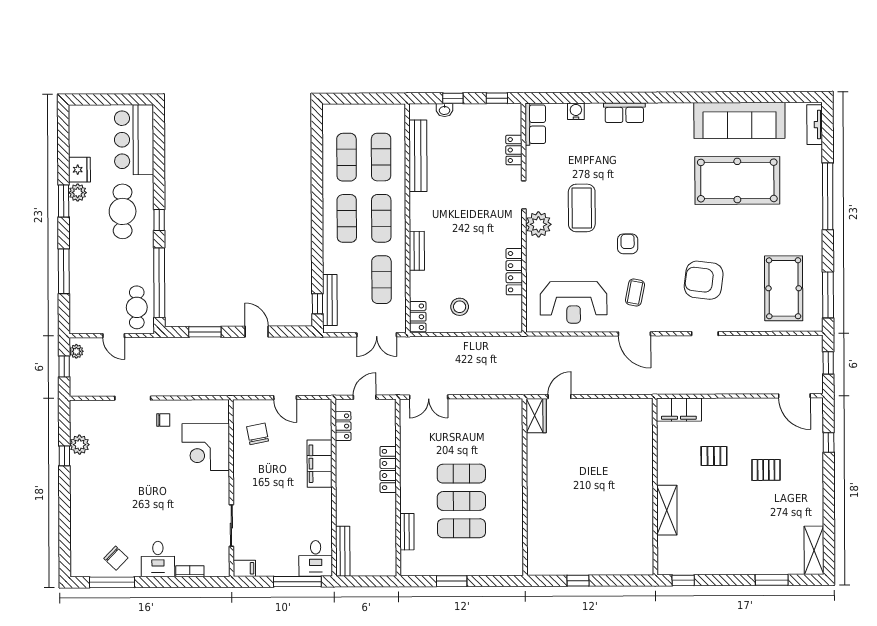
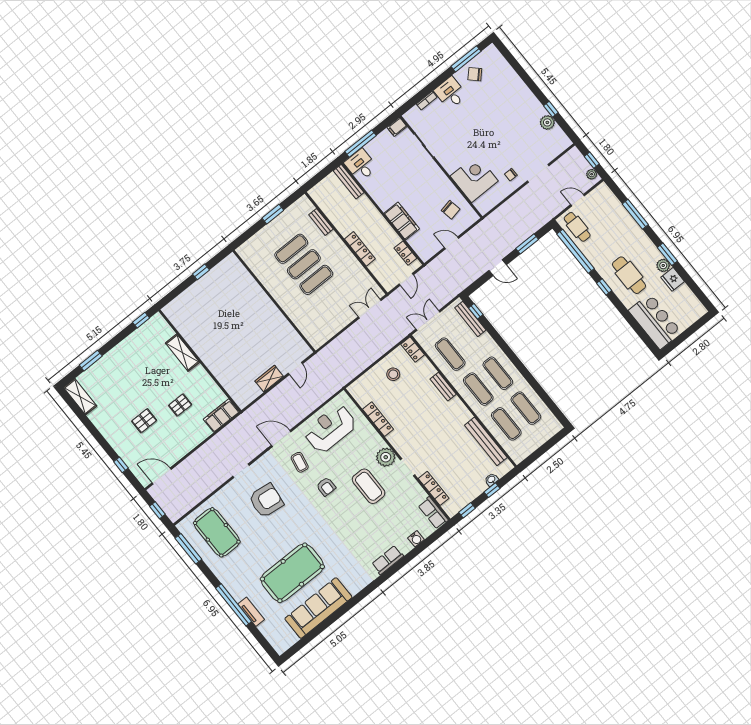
tv unit: (815, 125) -> (251, 612), moved
locker: (514, 150) -> (434, 488), width x1.53
wardrobe: (536, 416) -> (269, 379), moved, turned 90

